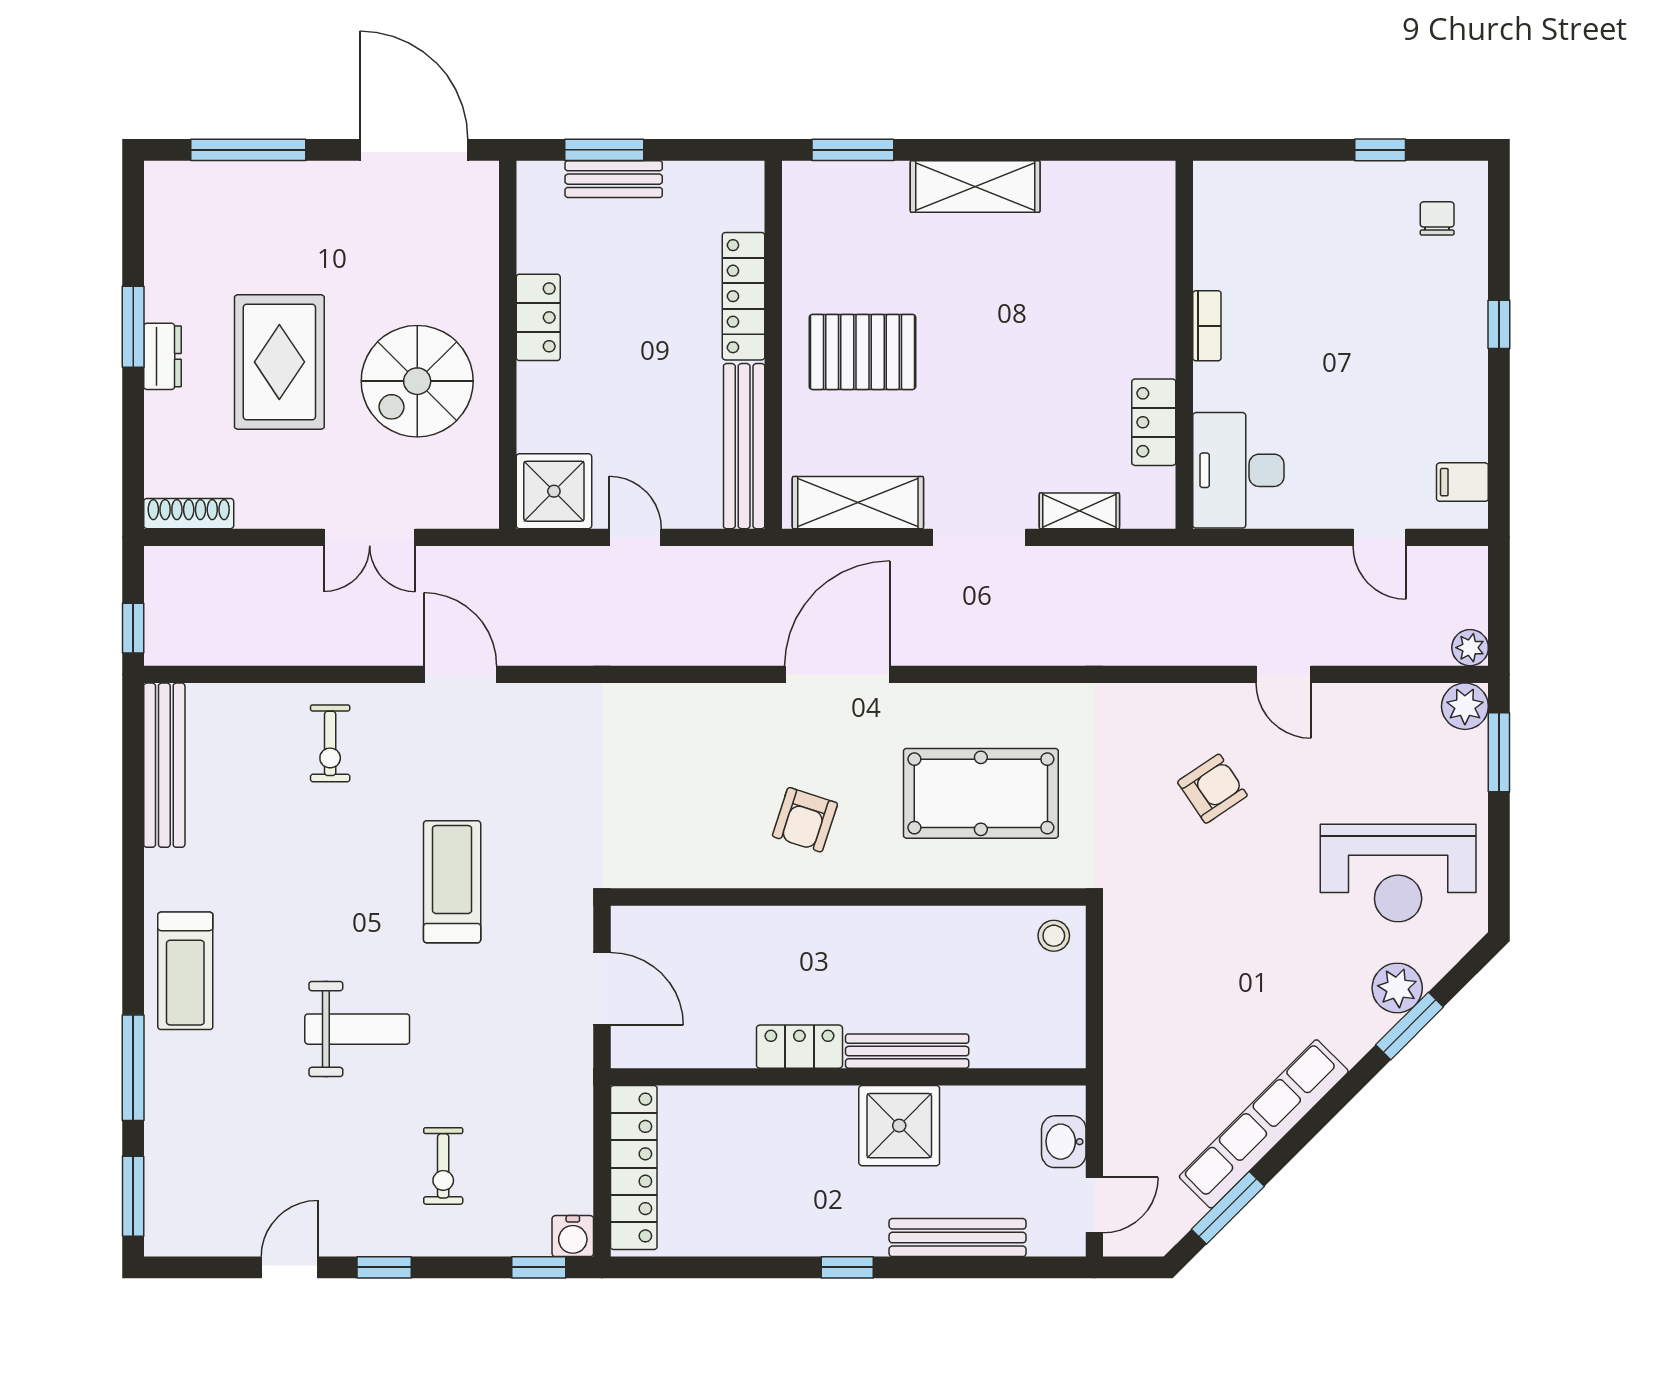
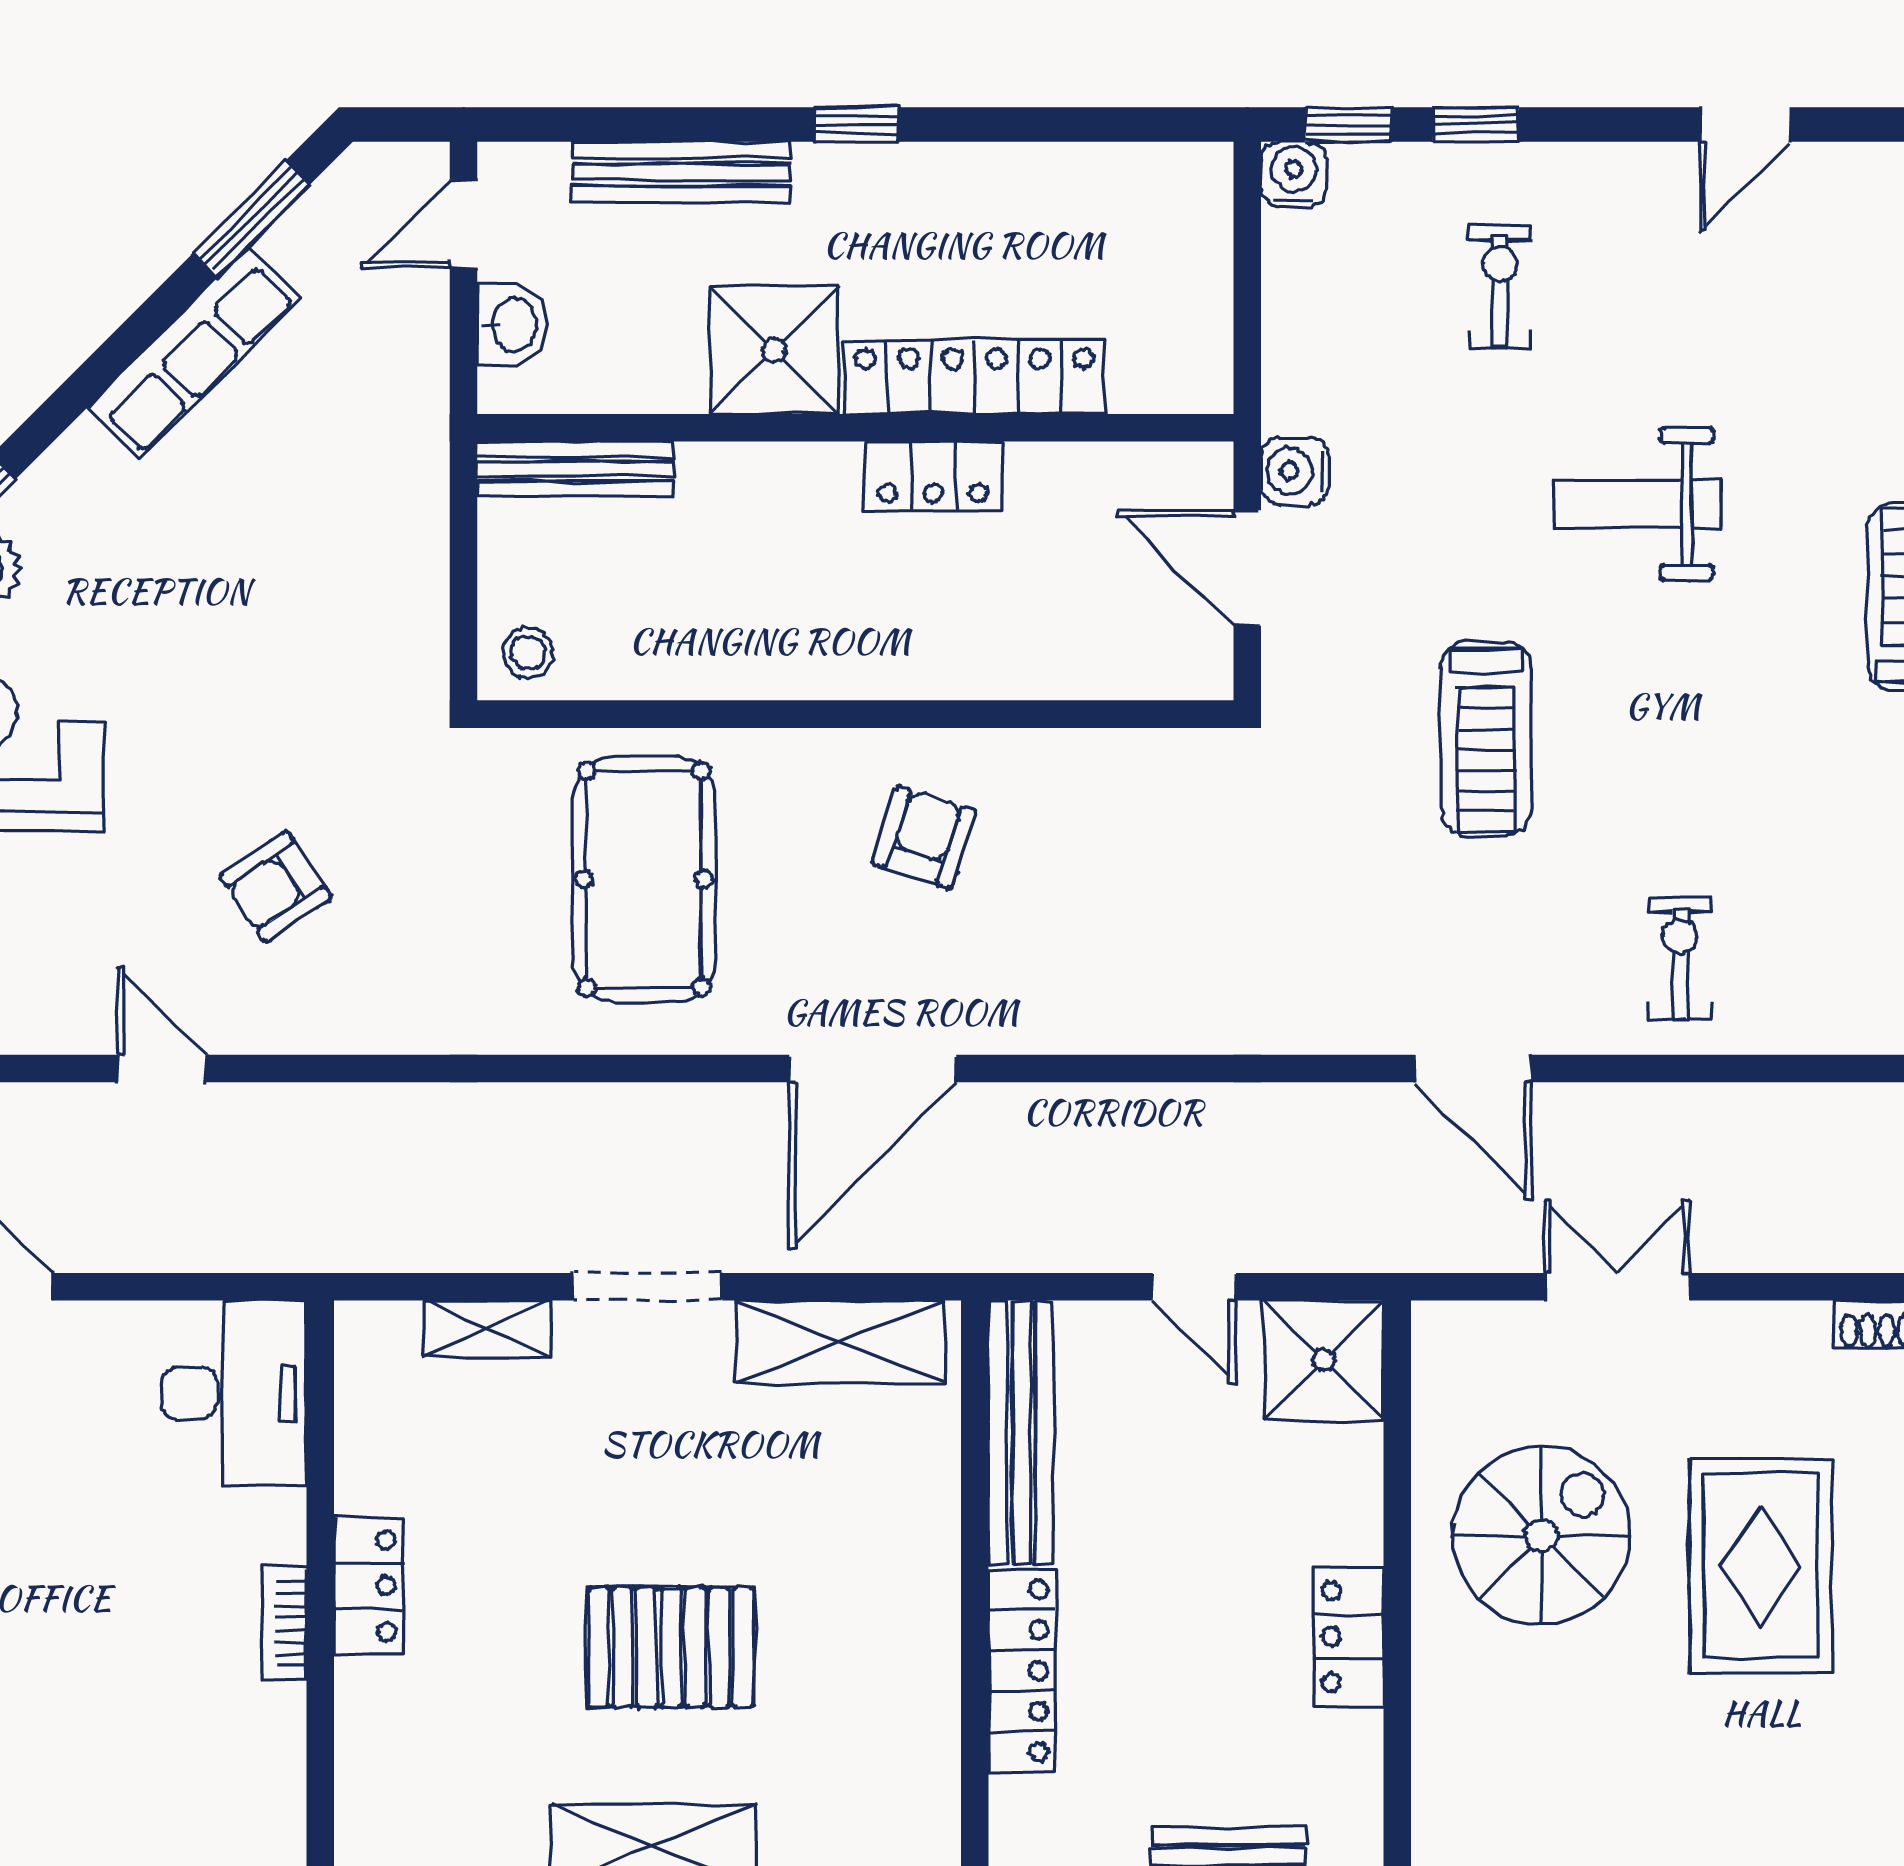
pallet: (862, 352) -> (671, 1647), moved
locker: (1154, 422) -> (369, 1586), moved
pool table: (981, 793) -> (644, 879), turned 90
water cooler: (572, 1050) -> (1295, 471), added
bench: (907, 1051) -> (575, 469), moved
row of seats: (1264, 1124) -> (194, 353), width x0.73
locker: (634, 1168) -> (974, 377), moved, turned 90
window: (384, 1267) -> (1476, 125), moved

